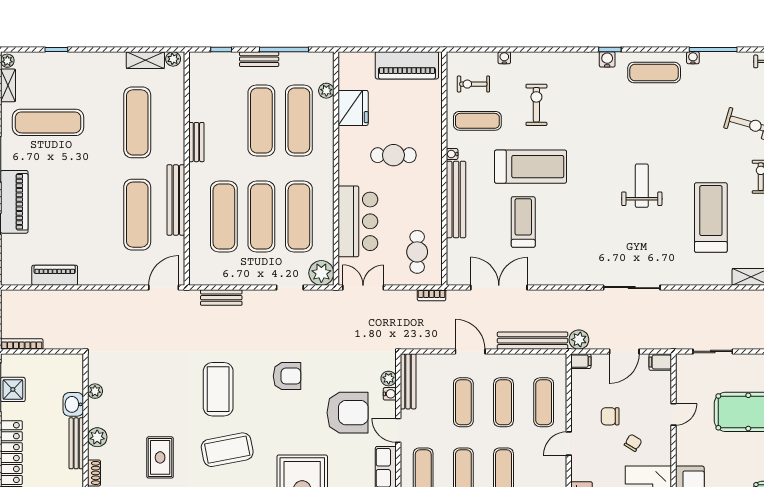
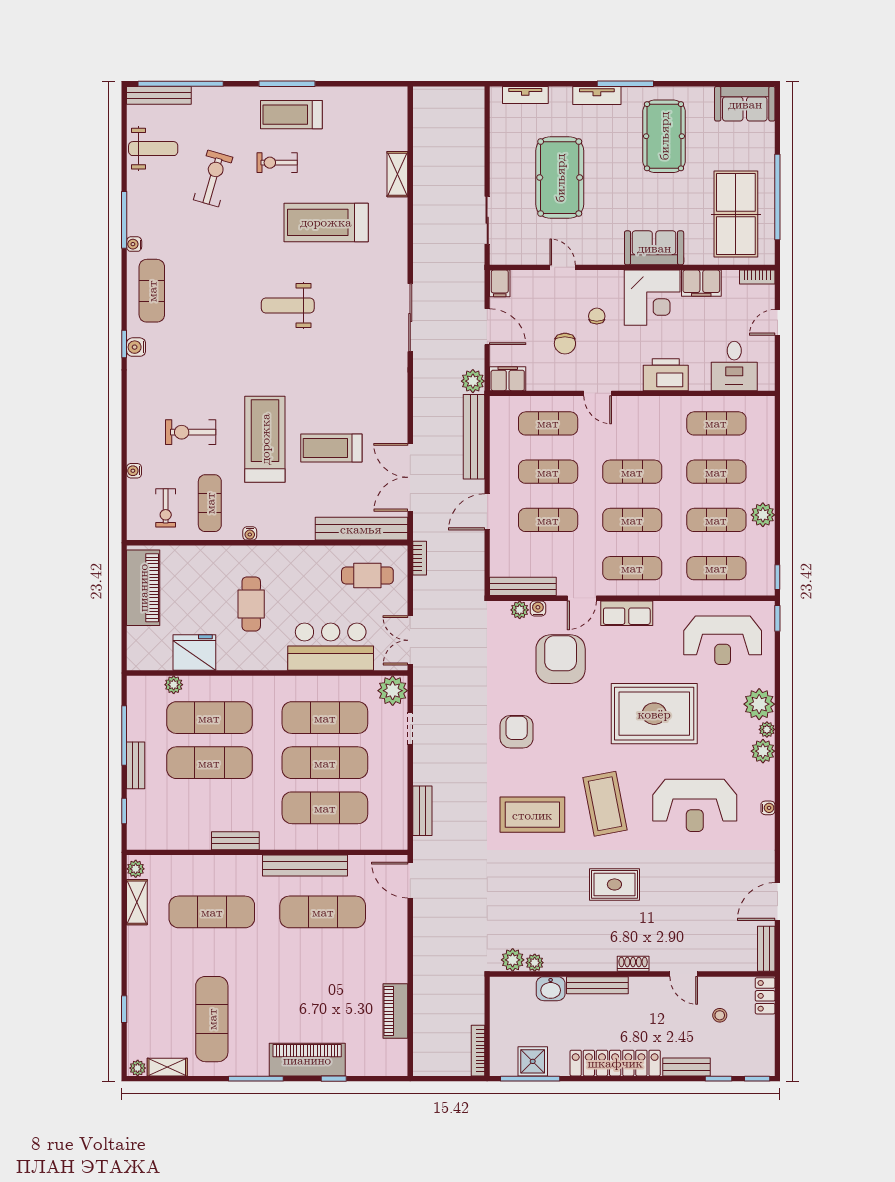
bench: (456, 200) -> (361, 529), moved
filing cabinet: (581, 361) -> (508, 379), width x2.00
plant: (97, 437) -> (513, 960), moved
chair: (633, 443) -> (597, 316), turned 59

